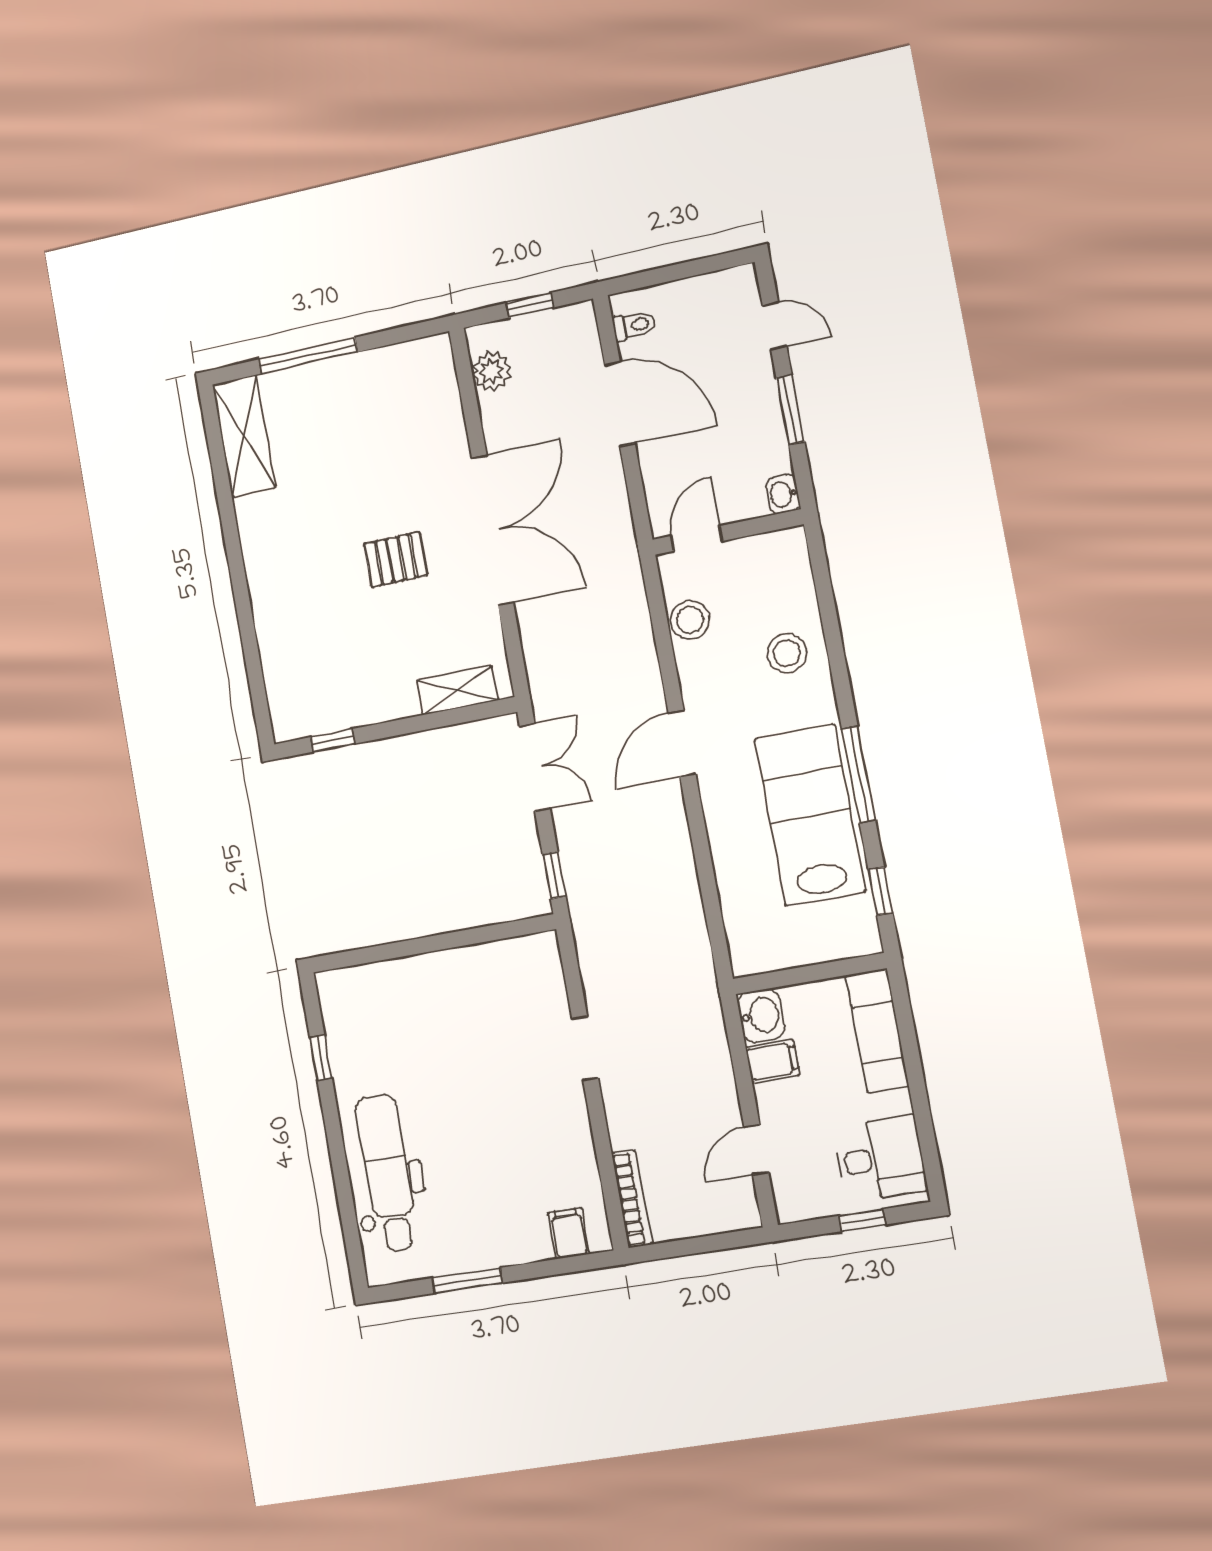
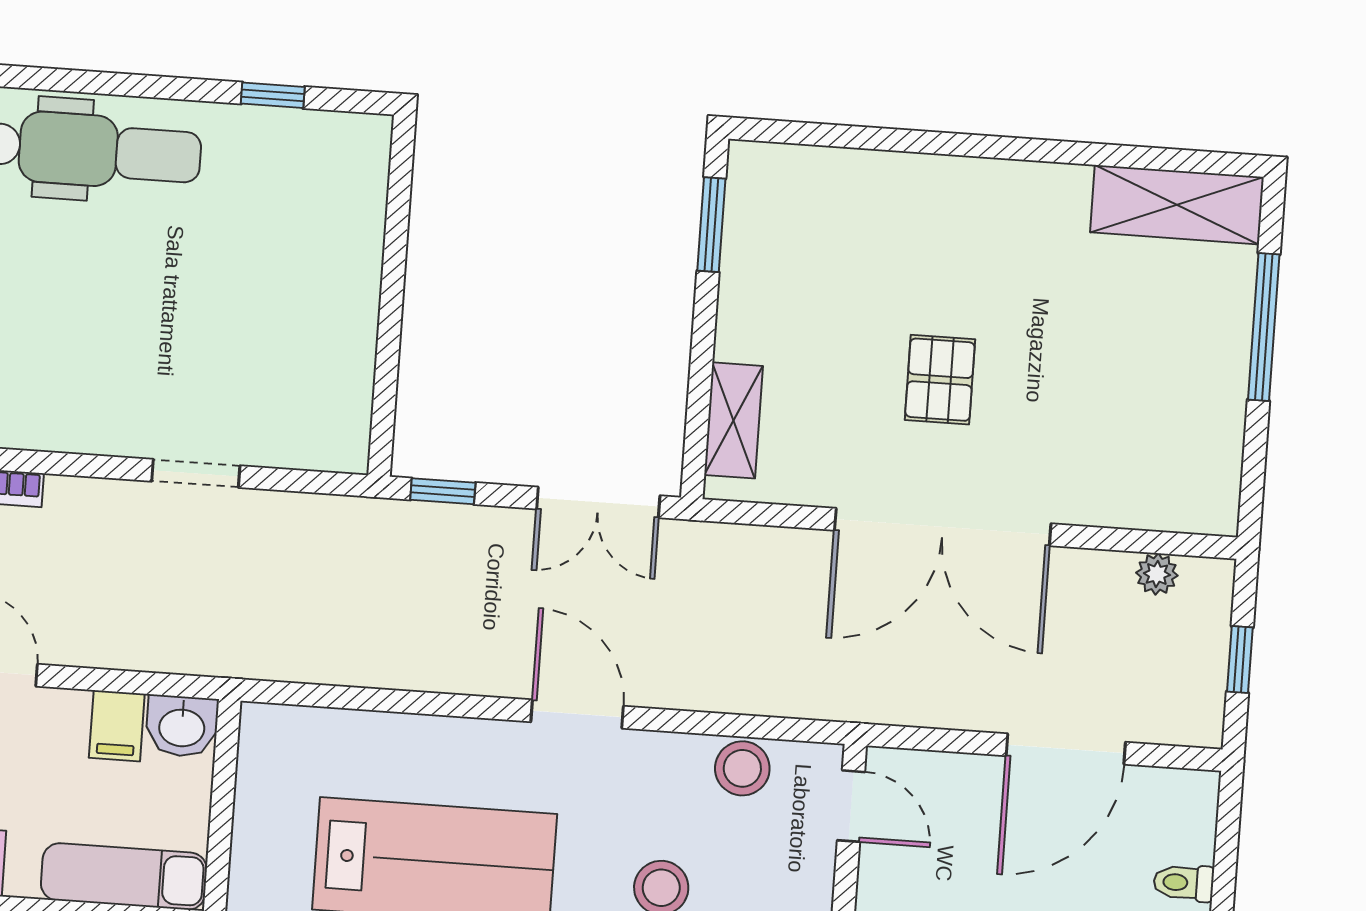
toilet: (634, 325) -> (1184, 883), moved, turned 90
plant: (491, 371) -> (1157, 574), width x0.73, depth x0.73
window: (333, 740) -> (711, 225), width x1.50

